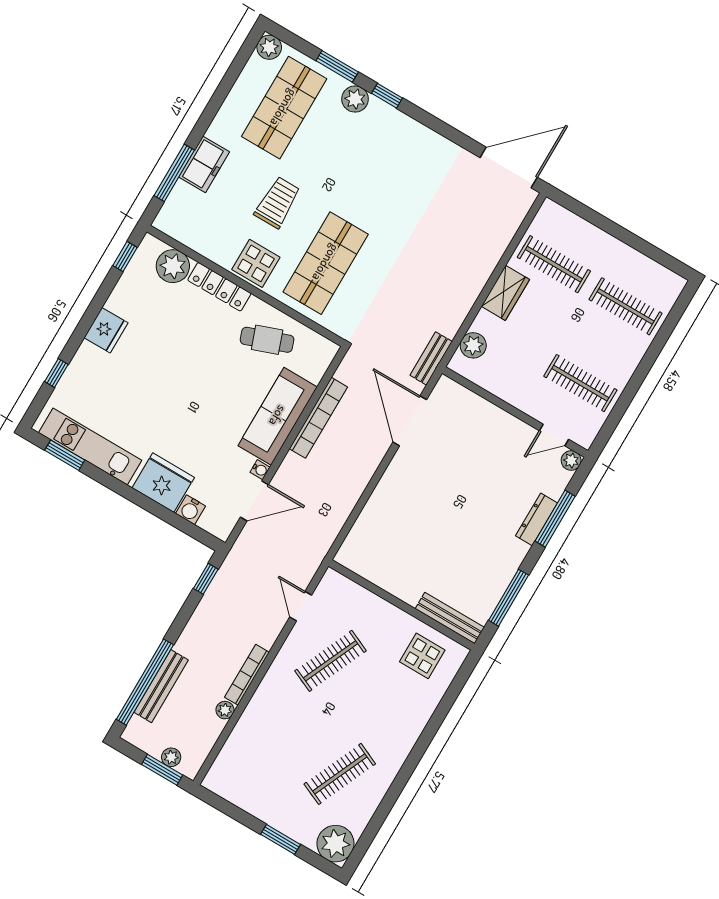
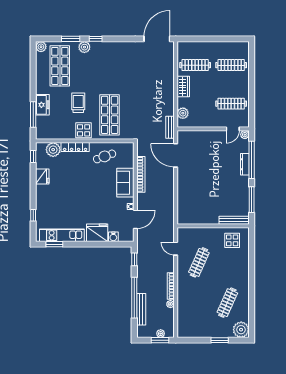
fridge: (106, 330) -> (42, 177), moved
sofa: (278, 416) -> (125, 183), width x0.73
window: (555, 519) -> (252, 160), width x1.46
window: (145, 682) -> (134, 298), moved

